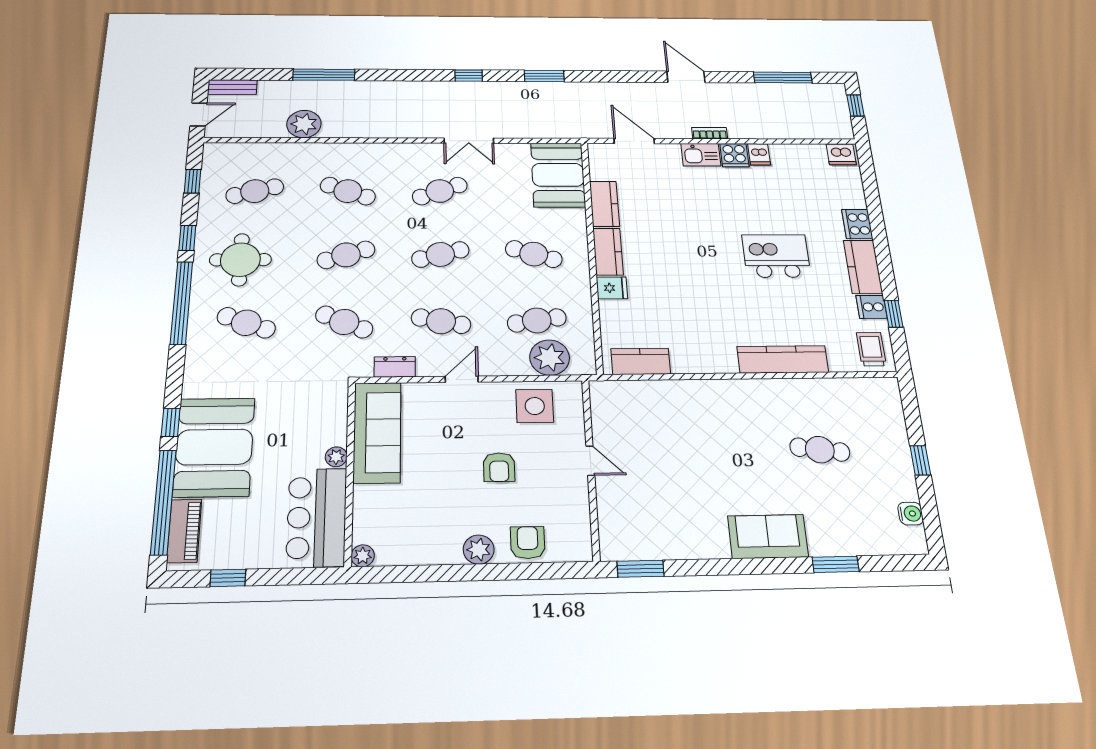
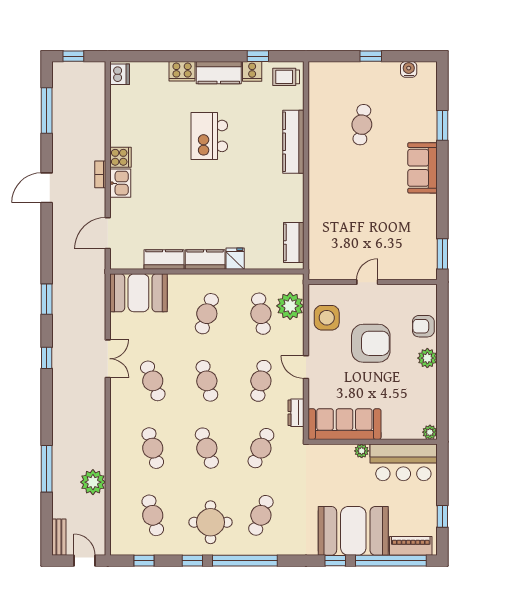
dishwasher: (759, 154) -> (120, 138), removed
cafe table: (348, 191) -> (153, 448), turned -36
armchair: (499, 467) -> (371, 343), width x1.88, depth x1.88

